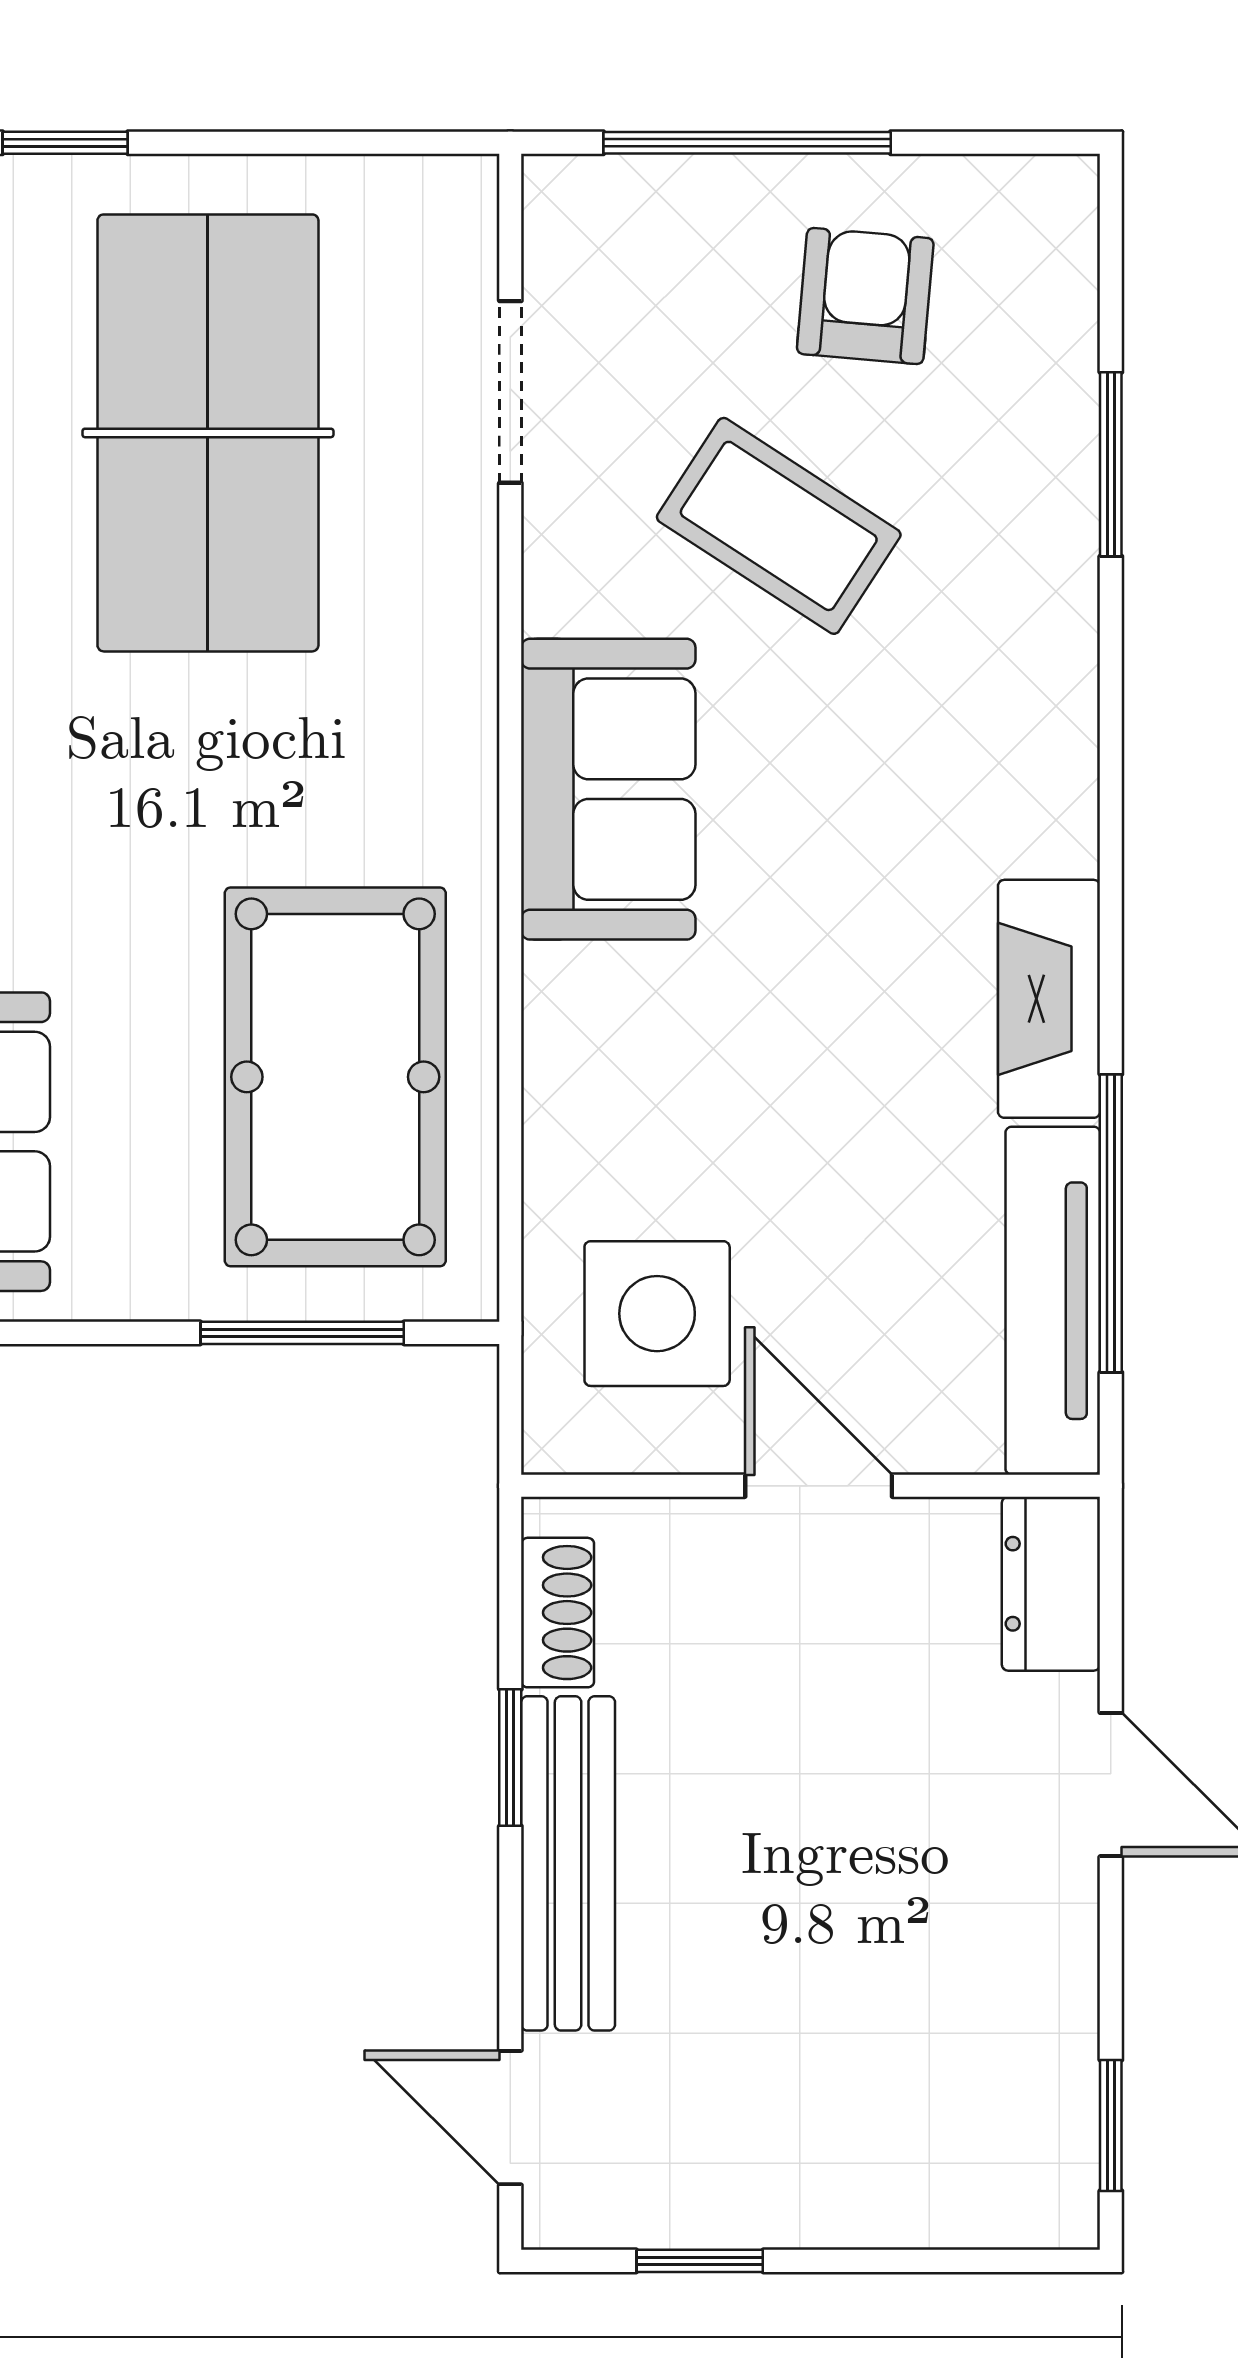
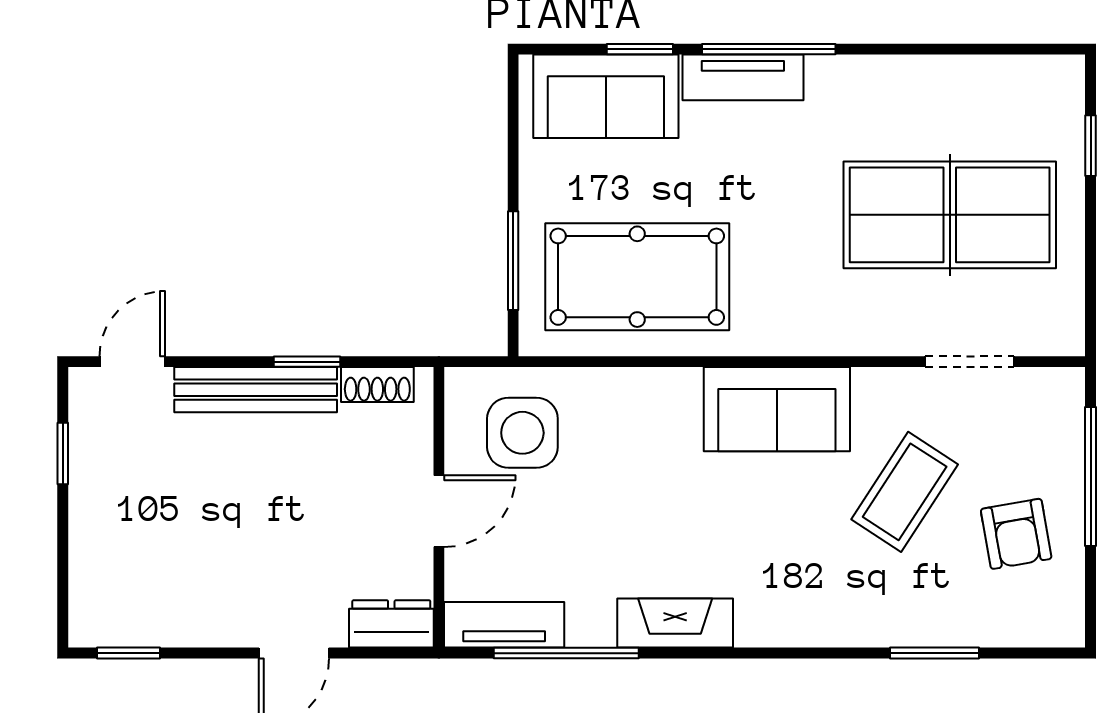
armchair: (865, 296) -> (1016, 534), turned 75
tv unit: (1053, 1301) -> (504, 625), width x0.71

